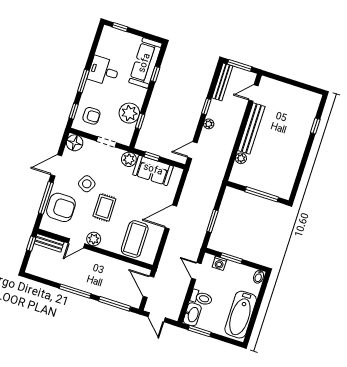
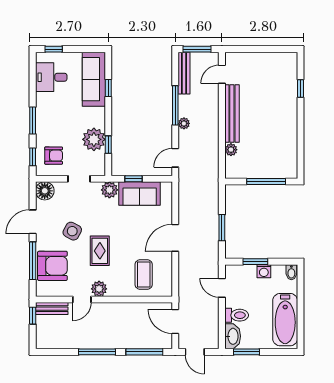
desk: (104, 71) -> (51, 77), moved
window: (206, 107) -> (175, 105), width x2.17
coffee table: (135, 239) -> (144, 275), width x0.73, depth x0.76
washing machine: (219, 263) -> (264, 271), moved

